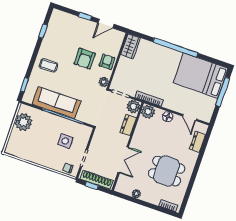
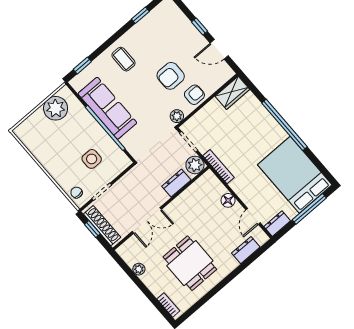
plant: (148, 112) -> (209, 181), removed
dresser: (208, 113) -> (277, 224), added

